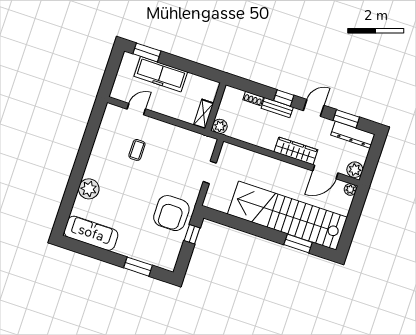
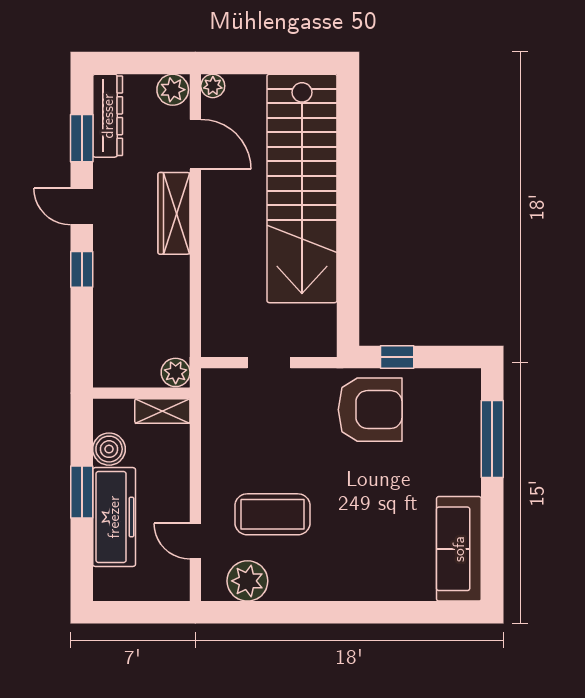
window: (147, 52) -> (82, 492), moved
boiler: (194, 83) -> (109, 449), added
shoe rack: (253, 99) -> (102, 327), removed
bench: (277, 108) -> (104, 276), removed
coffee table: (137, 150) -> (272, 514), width x1.86, depth x1.72
plant: (89, 189) -> (247, 581), moved
window: (298, 244) -> (348, 151), removed
window: (138, 267) -> (492, 439), width x1.44

